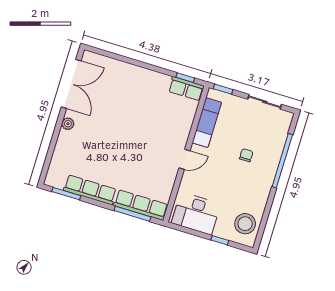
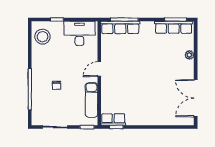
plant: (68, 124) -> (189, 55), moved
row of seats: (90, 190) -> (174, 27), moved

